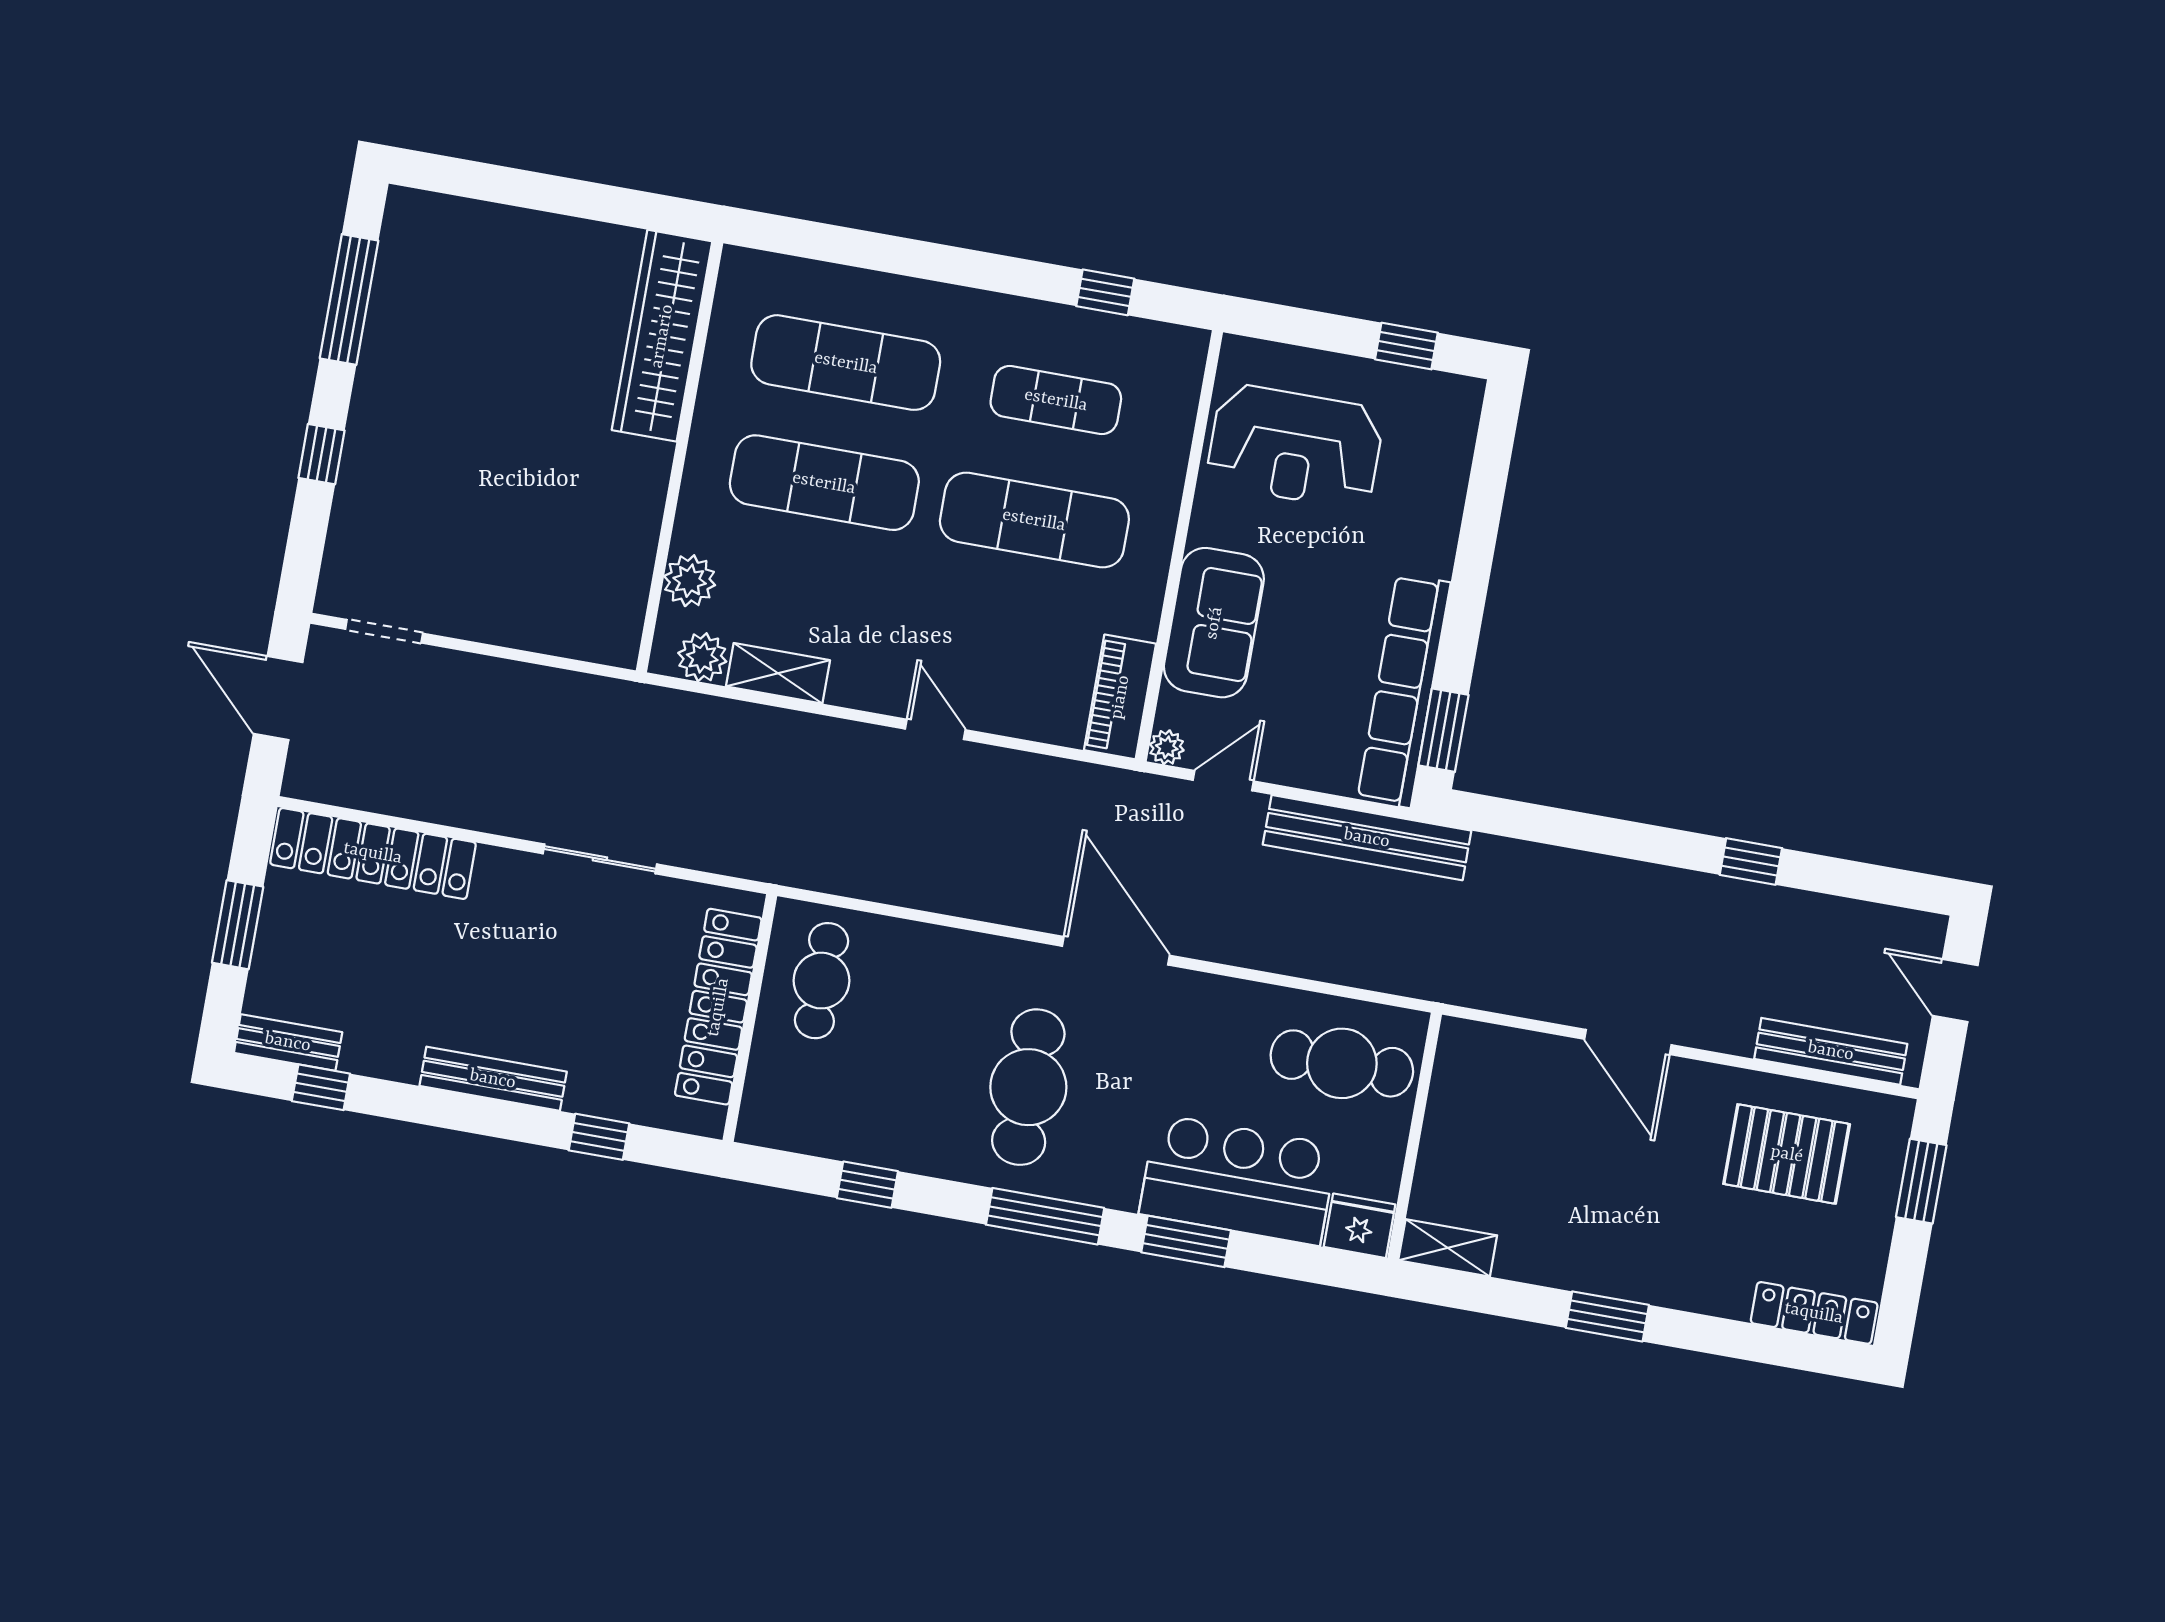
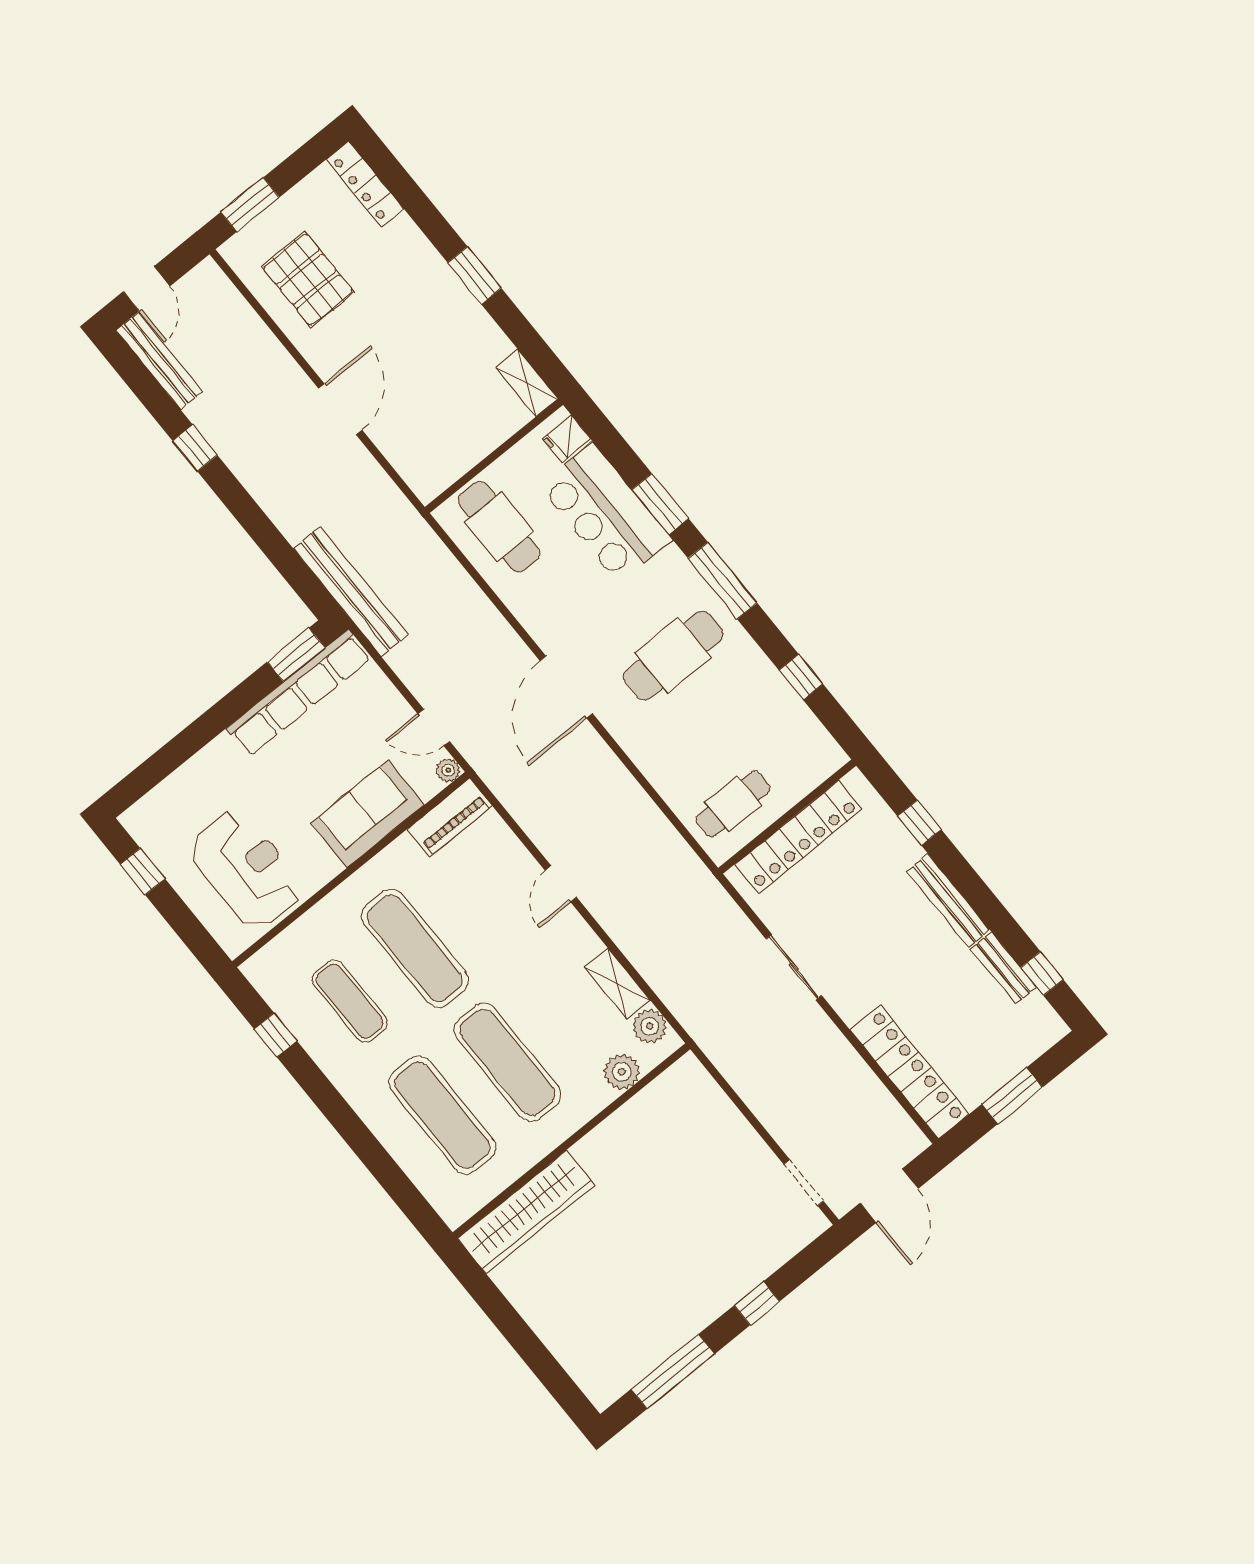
bench: (1367, 838) -> (351, 592), moved
bench: (288, 1042) -> (1003, 968), moved
bench: (1831, 1051) -> (159, 361), moved
fridge: (1359, 1226) -> (567, 439), width x0.72

